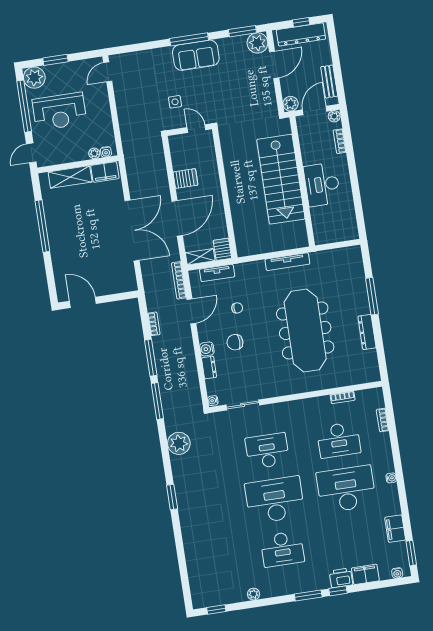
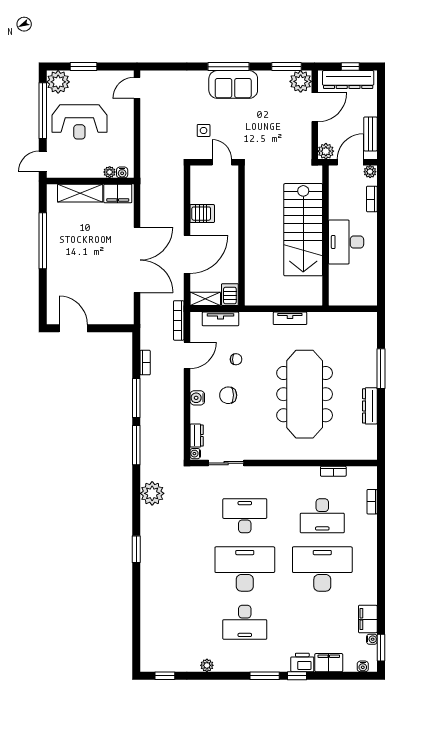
tv unit: (287, 262) -> (290, 318), width x0.71
dresser: (209, 368) -> (197, 436), moved
water cooler: (391, 478) -> (372, 639), moved

